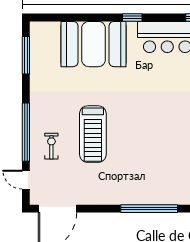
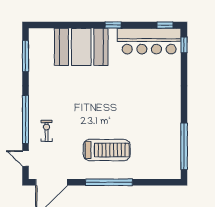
treadmill: (93, 134) -> (107, 150), moved, turned -90
window: (149, 209) -> (109, 182), moved

